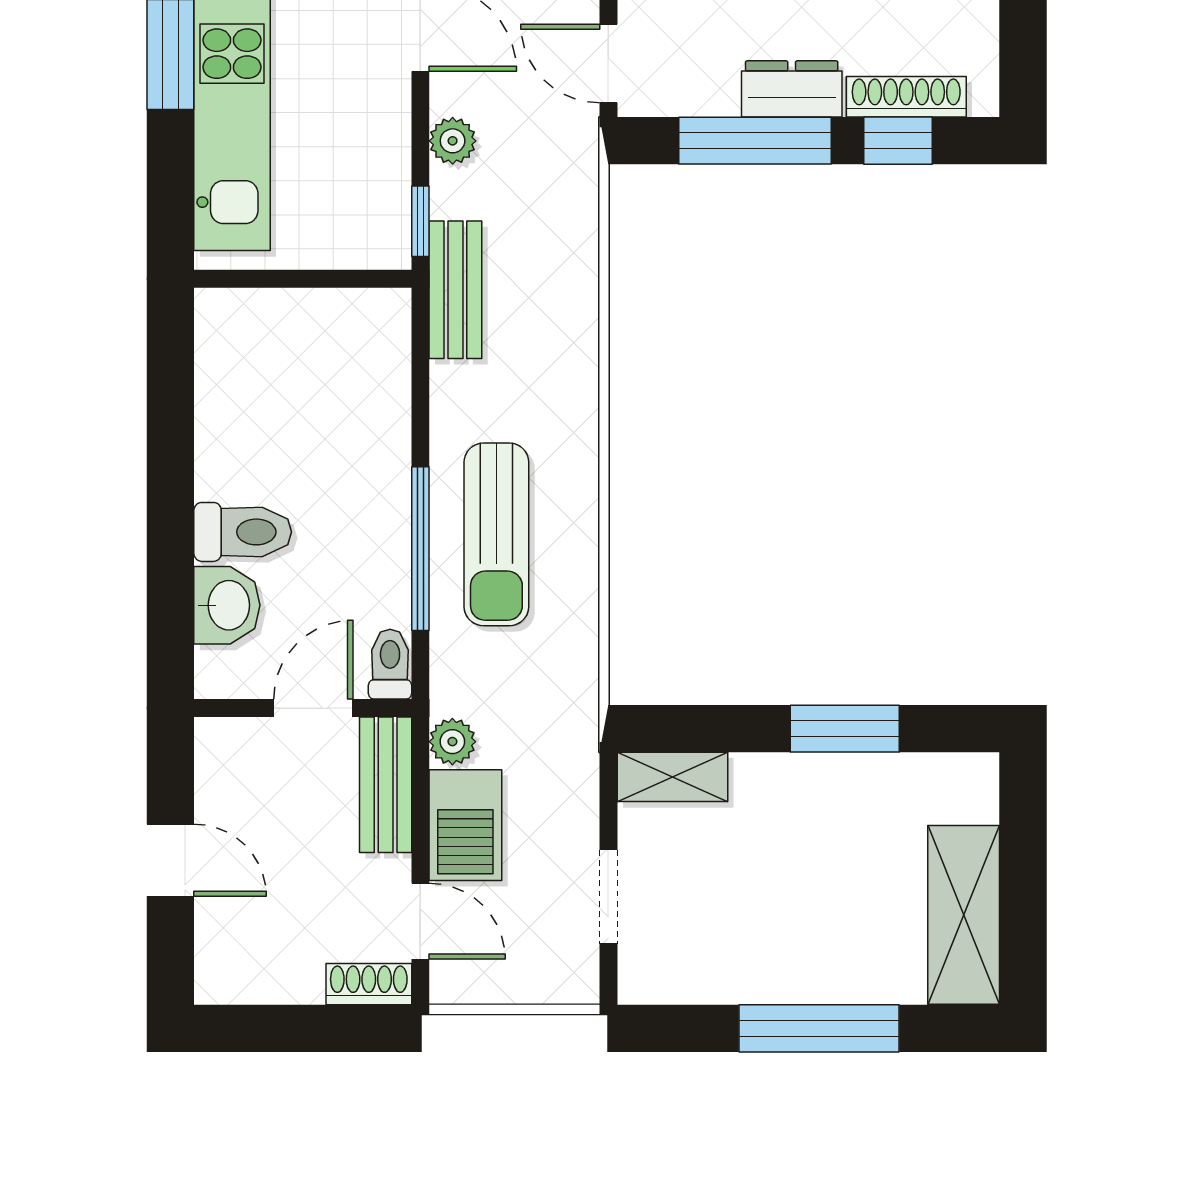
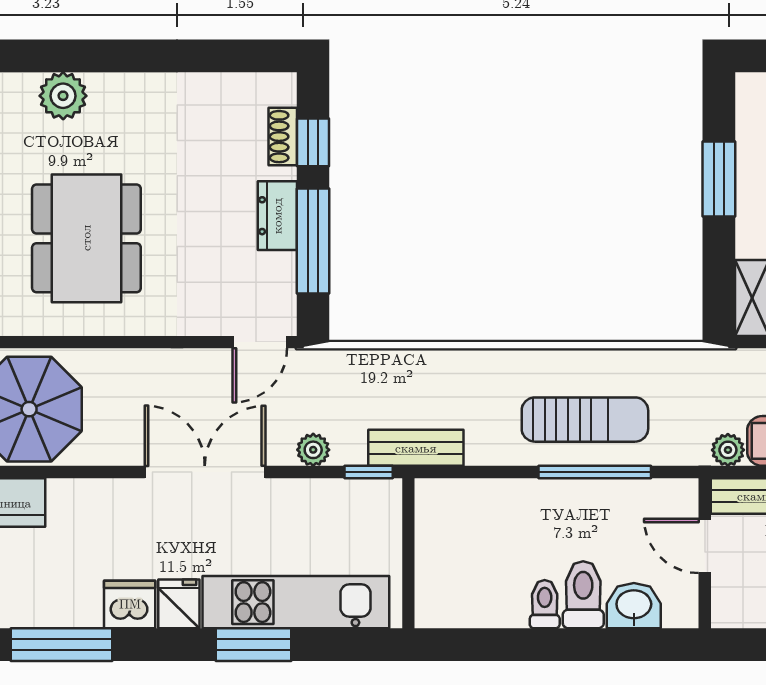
shoe rack: (906, 97) -> (283, 137), width x0.70
toilet: (390, 664) -> (545, 604), moved, turned 90

